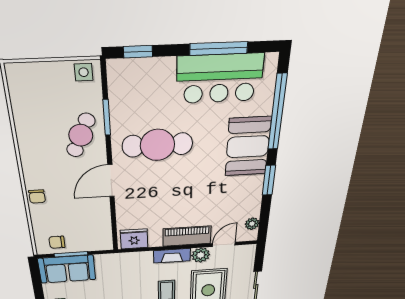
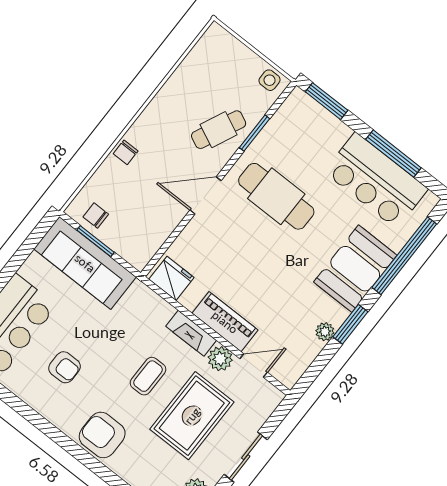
window: (138, 52) -> (327, 101), width x1.50
plant: (252, 224) -> (325, 332), moved
sofa: (67, 269) -> (85, 263), width x1.36

